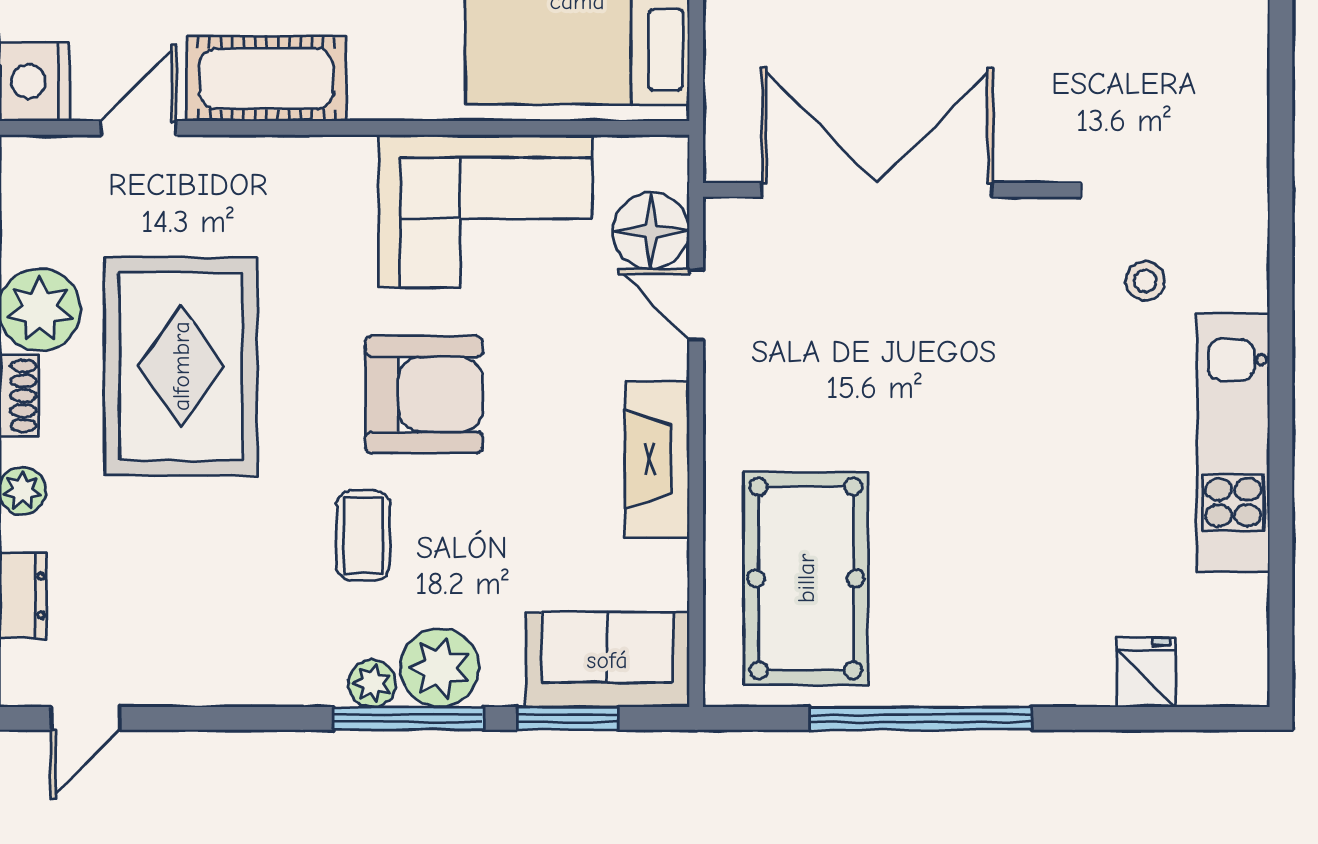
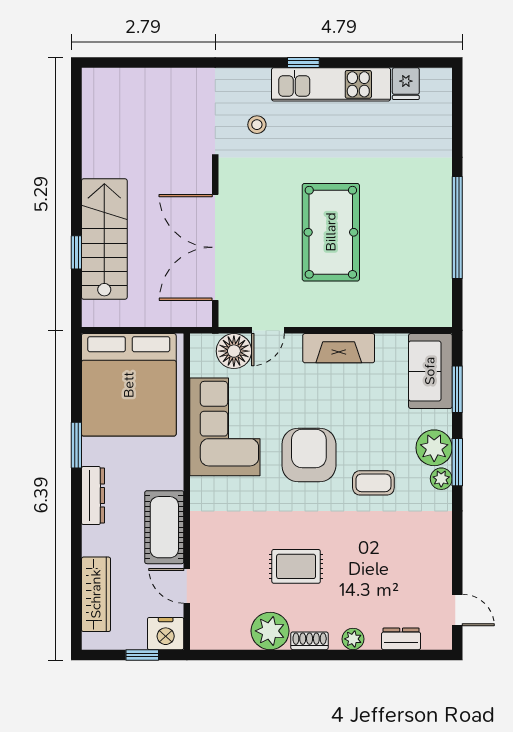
rug: (181, 366) -> (296, 566), width x0.54, depth x0.49
window: (1281, 382) -> (303, 62), added
pool table: (806, 578) -> (331, 232), moved, turned 90
fridge: (1146, 672) -> (406, 84), moved, turned -90
window: (409, 718) -> (457, 462), width x0.69

